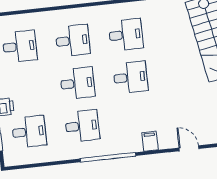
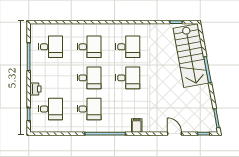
door: (189, 148) -> (174, 134), moved

